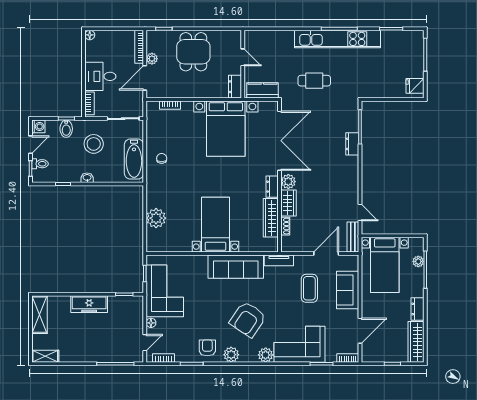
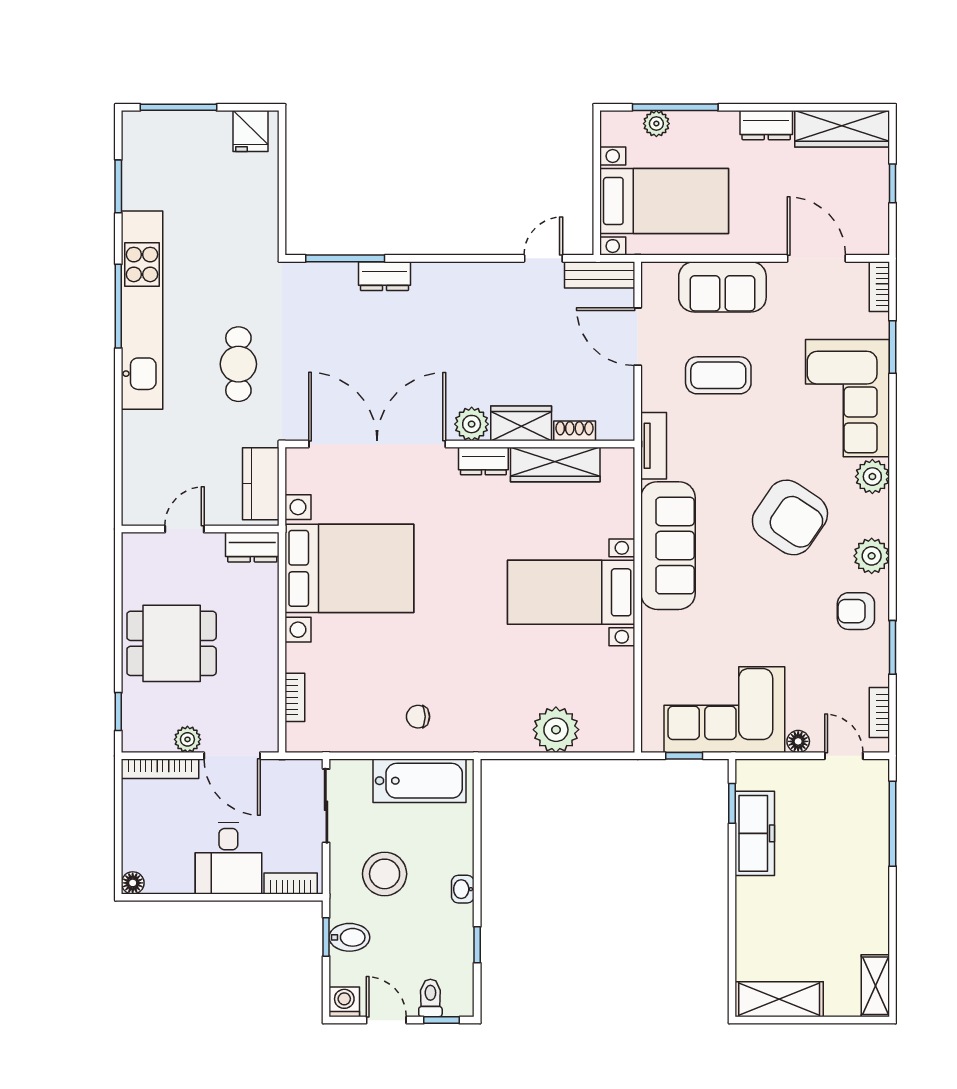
freezer: (89, 304) -> (755, 833), moved

